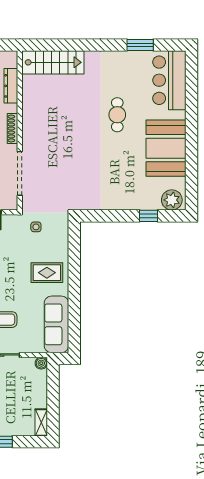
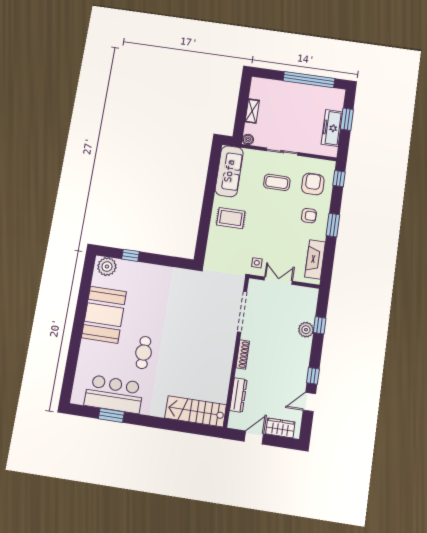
bar counter: (169, 80) -> (114, 394), moved, turned -90
side table: (36, 227) -> (257, 263), moved
shelving: (41, 423) -> (252, 111), moved

